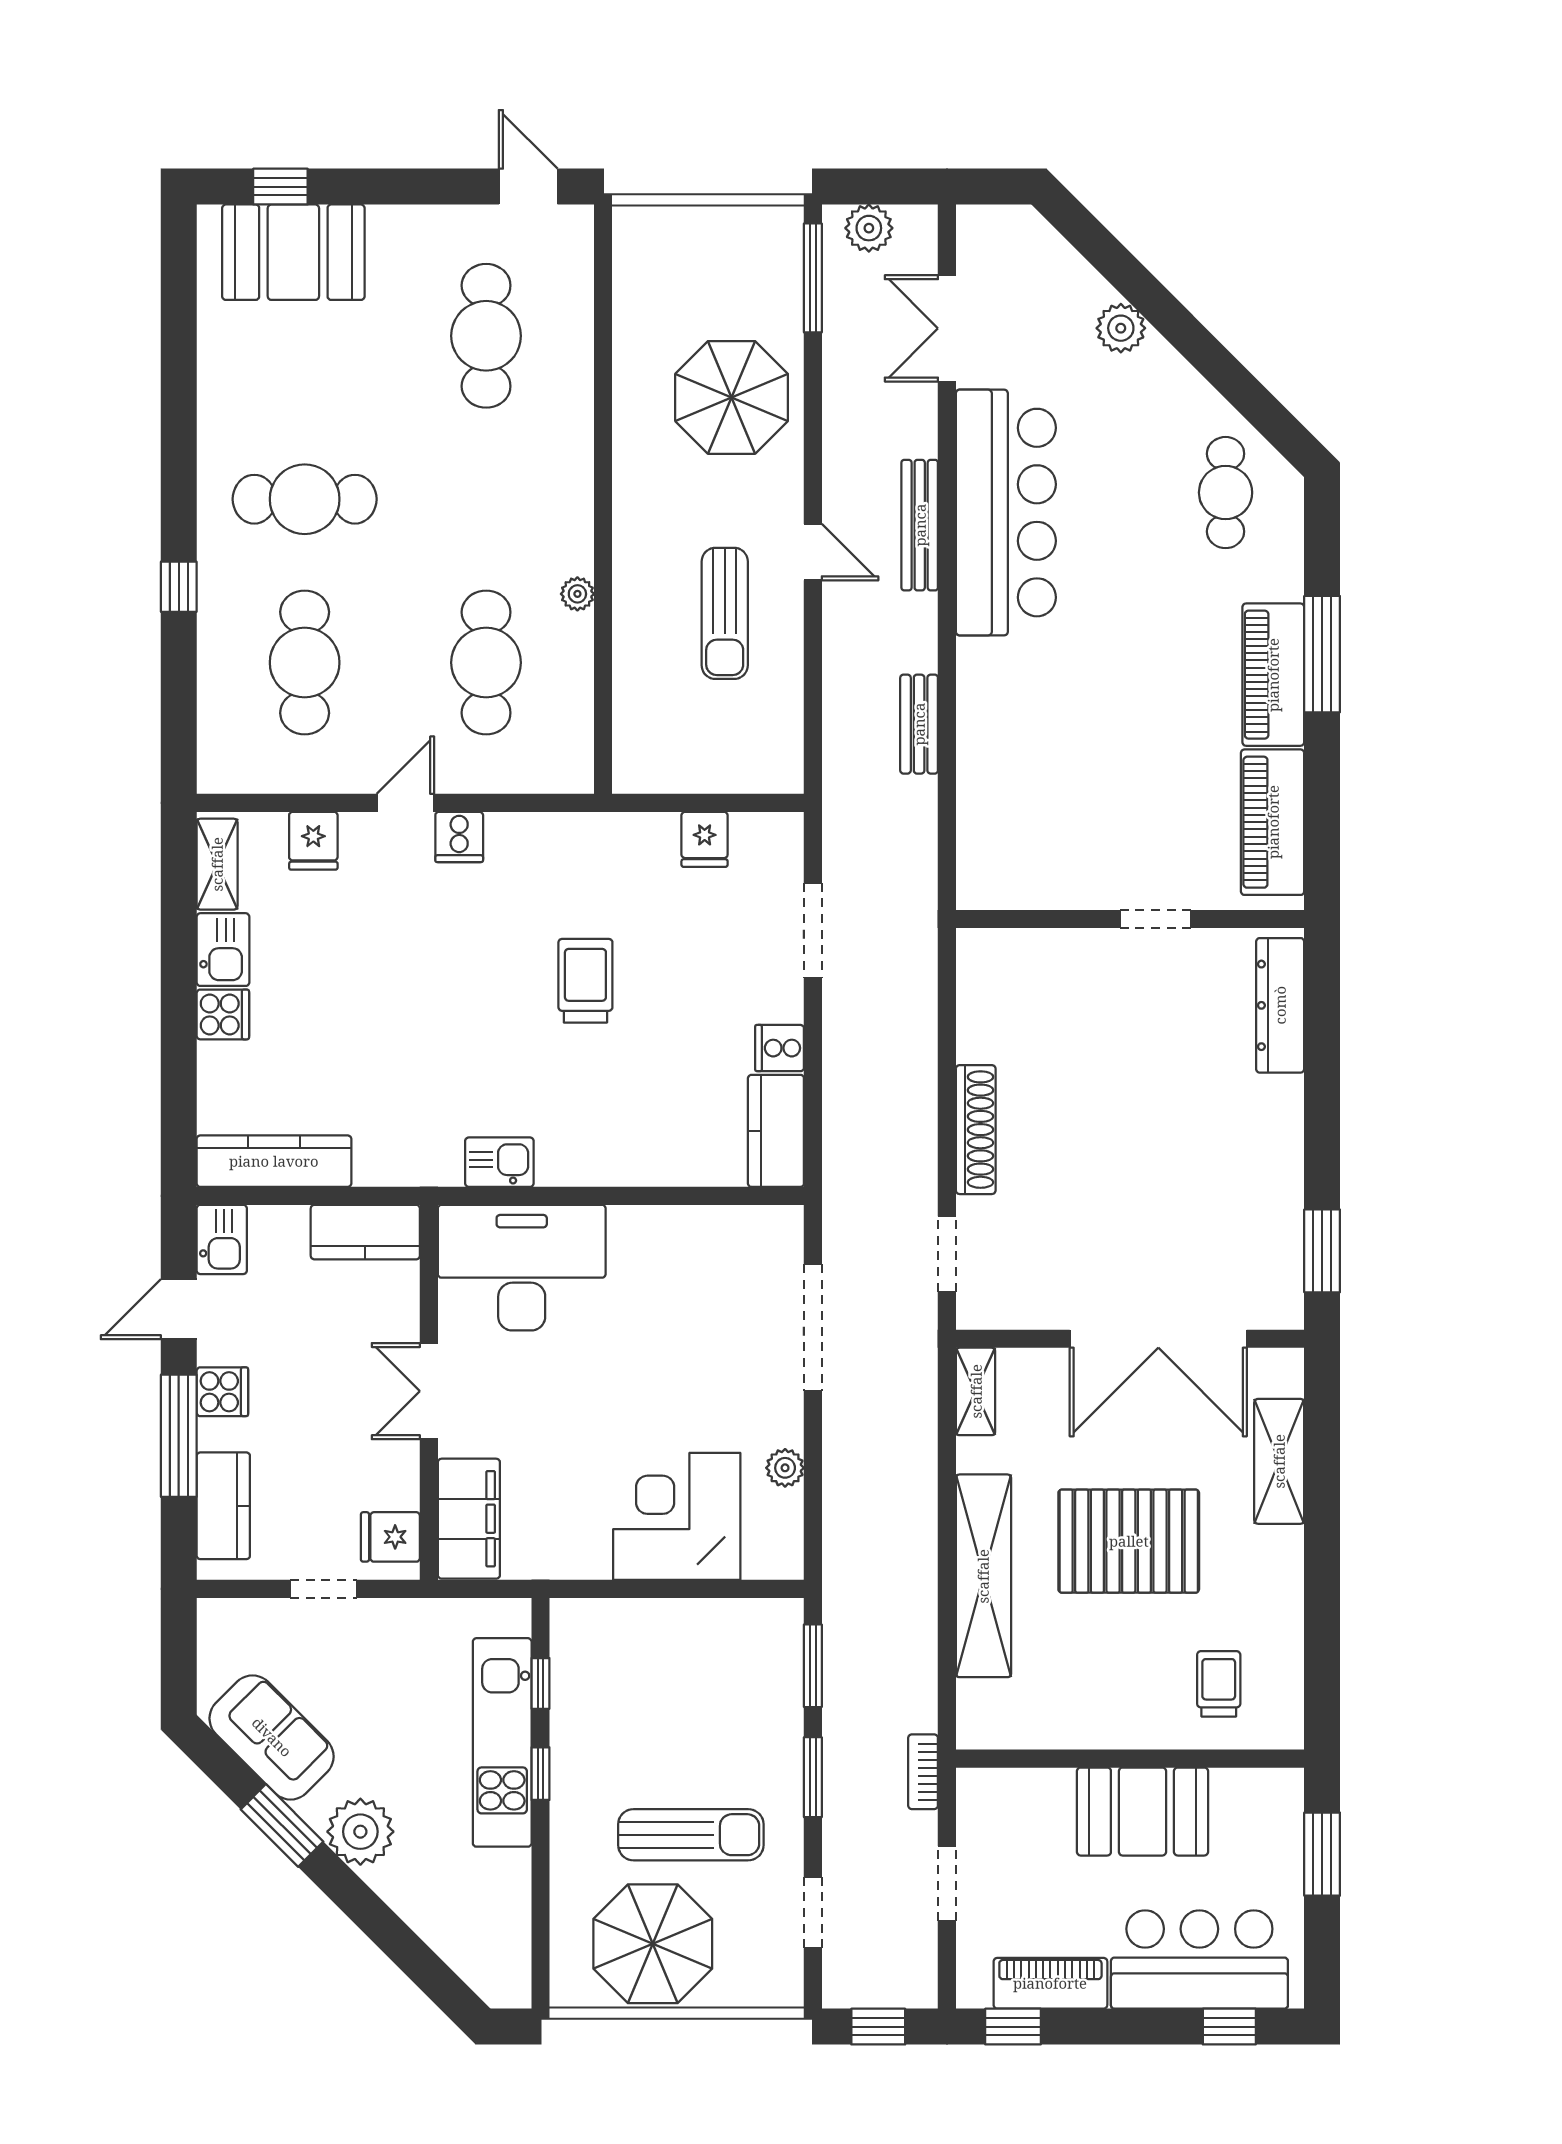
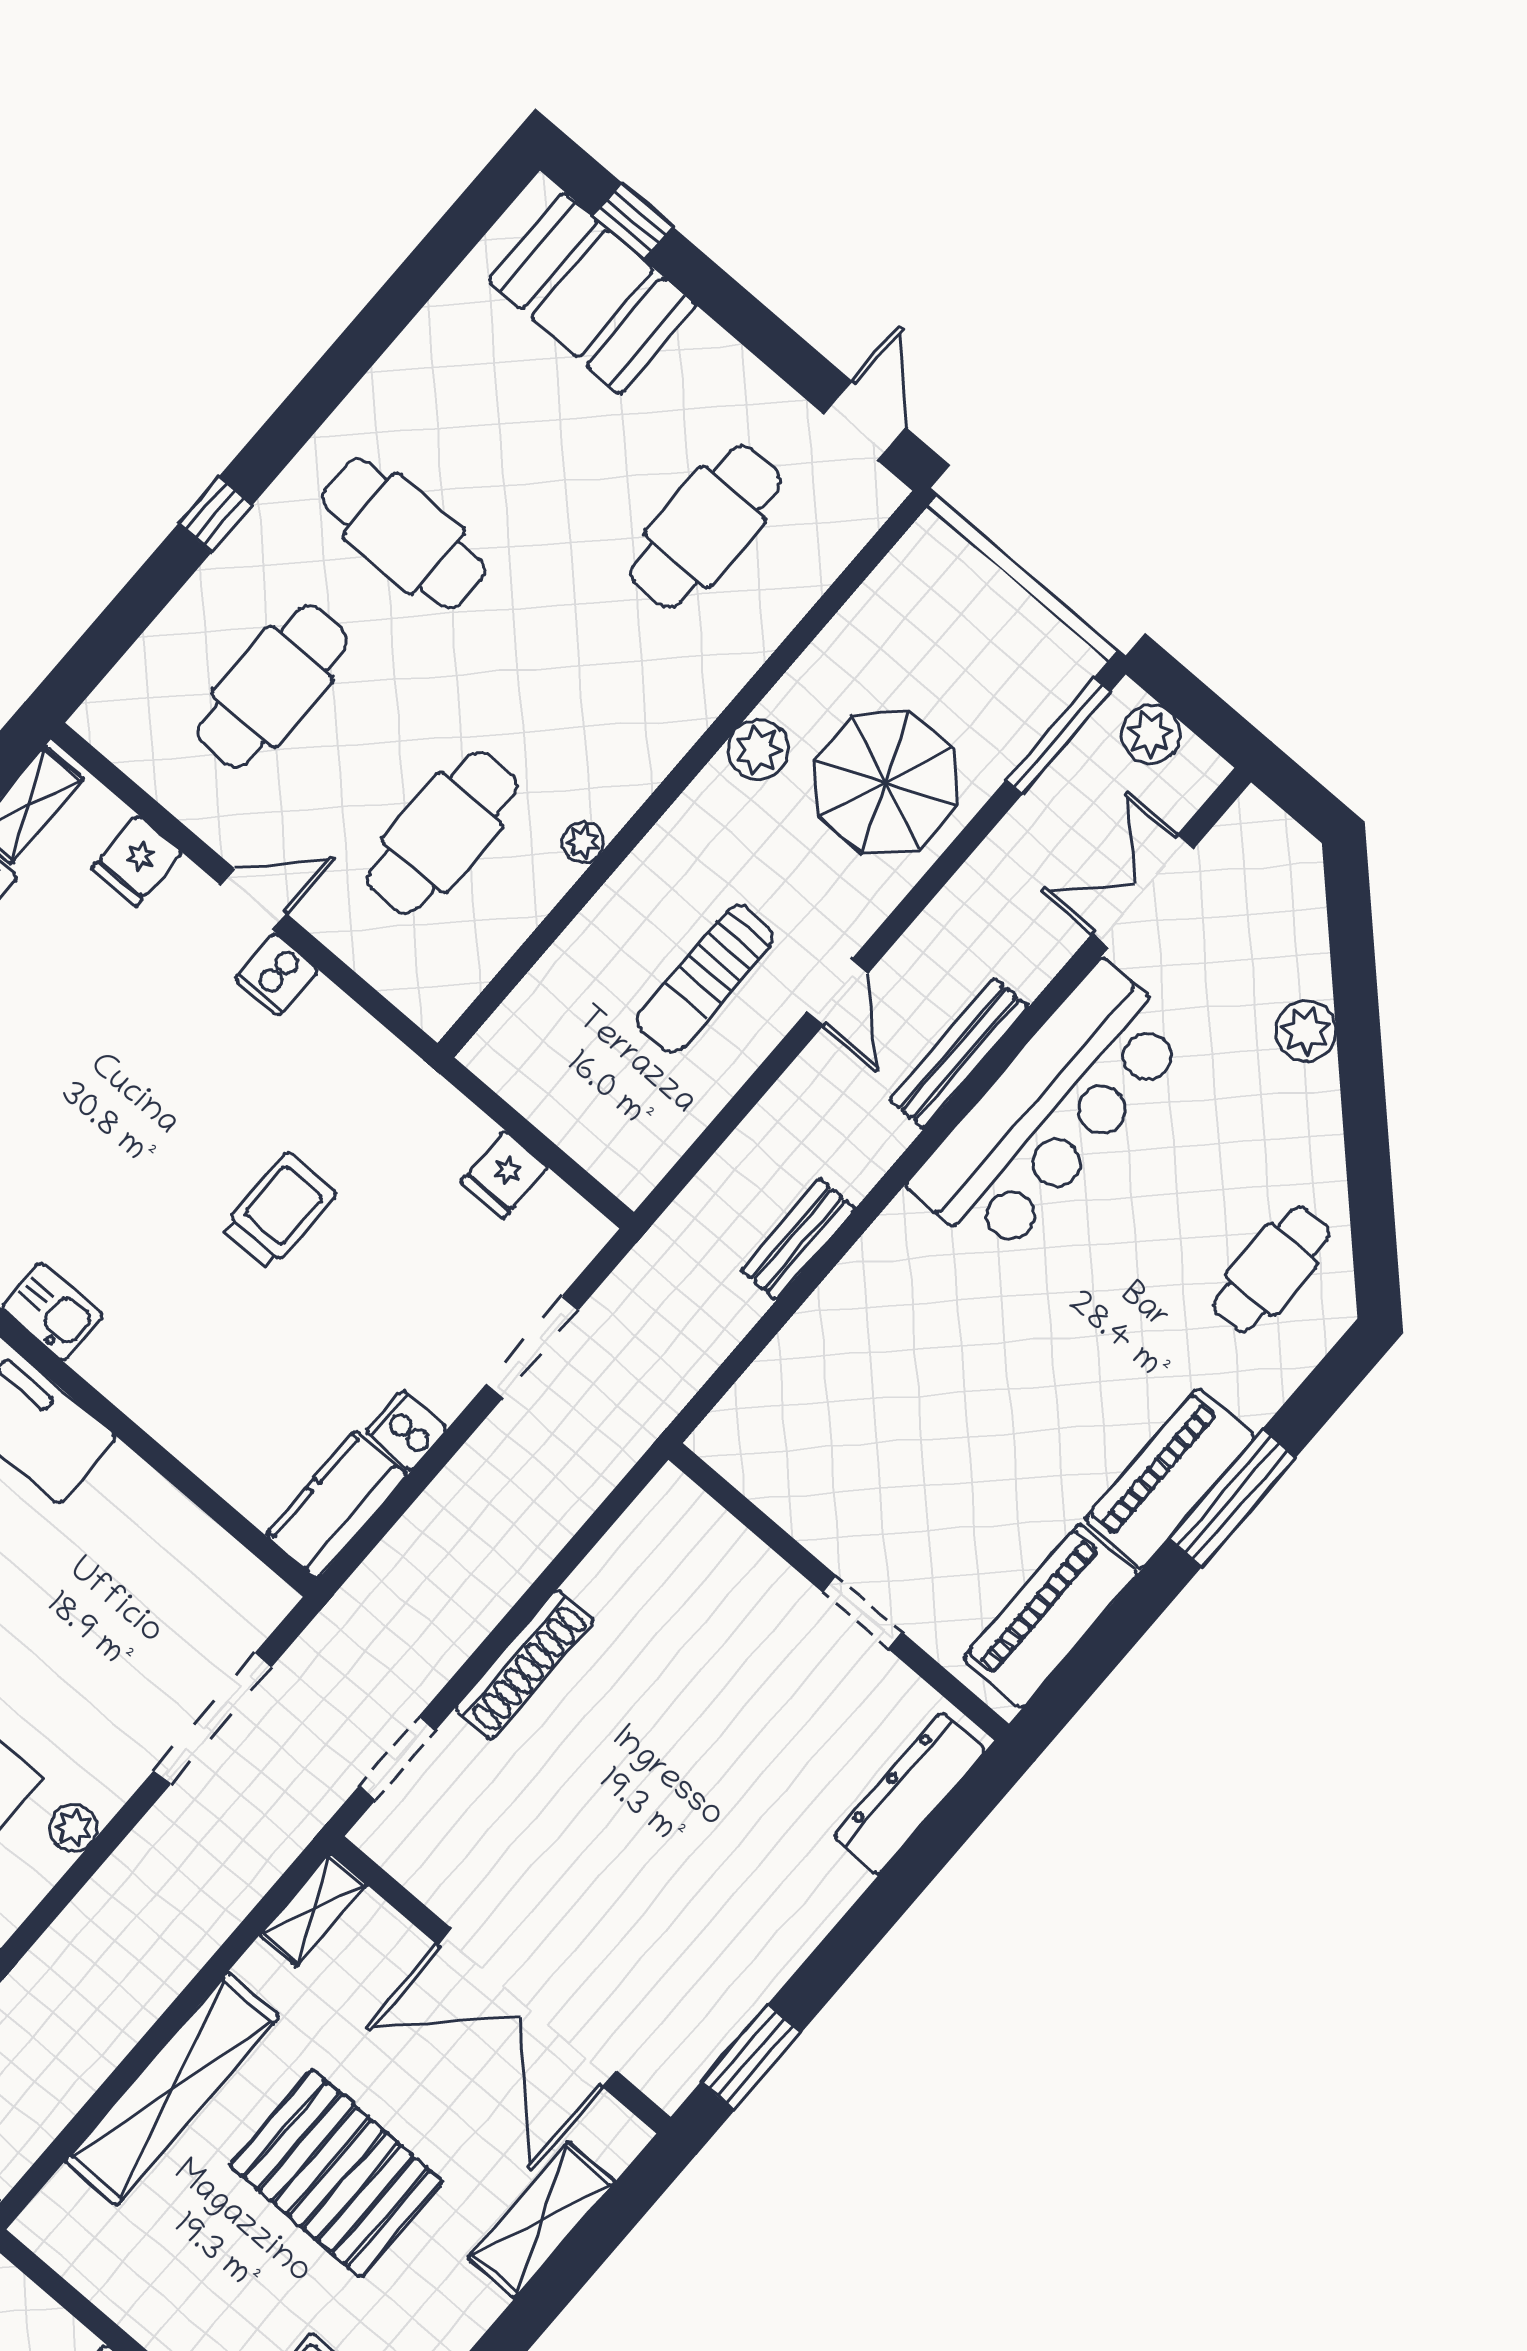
plant: (636, 445) -> (758, 750), added

